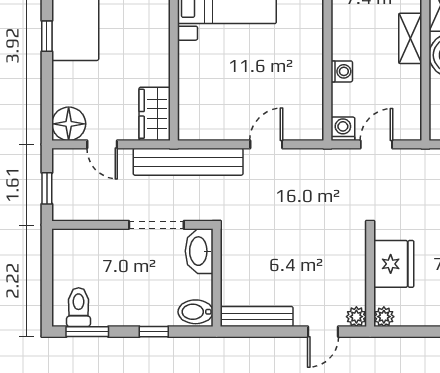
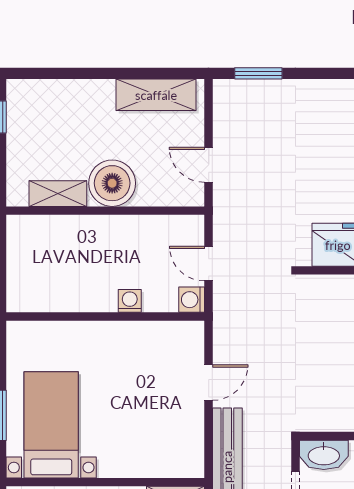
shelving: (410, 38) -> (94, 227), removed
door: (266, 144) -> (209, 382), swing flipped

